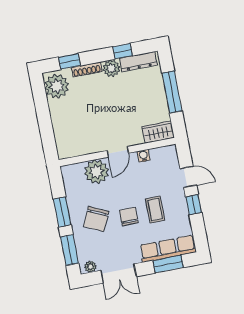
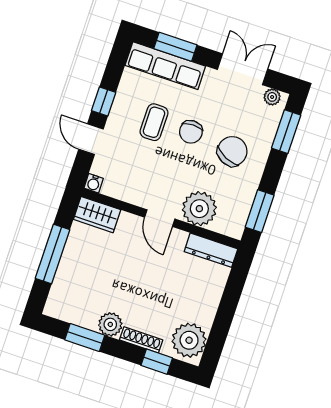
window: (123, 51) -> (85, 338), width x1.50
dresser: (138, 62) -> (211, 250), moved, turned 180
door: (118, 152) -> (160, 218), swing flipped
water cooler: (144, 156) -> (94, 183), moved
window: (62, 212) -> (260, 211), moved

